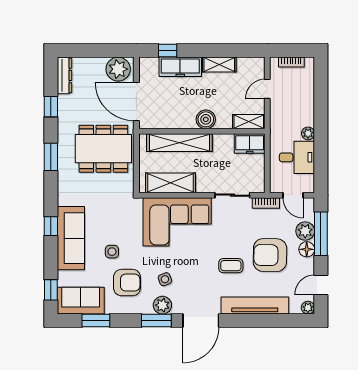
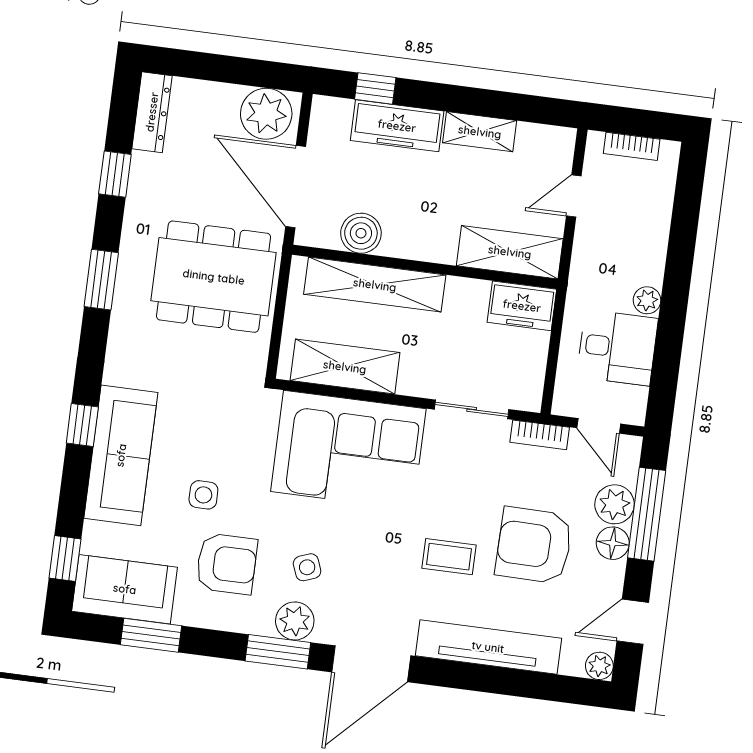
boiler: (206, 119) -> (361, 233), moved
shelving: (249, 122) -> (510, 252), width x1.50, depth x1.33

